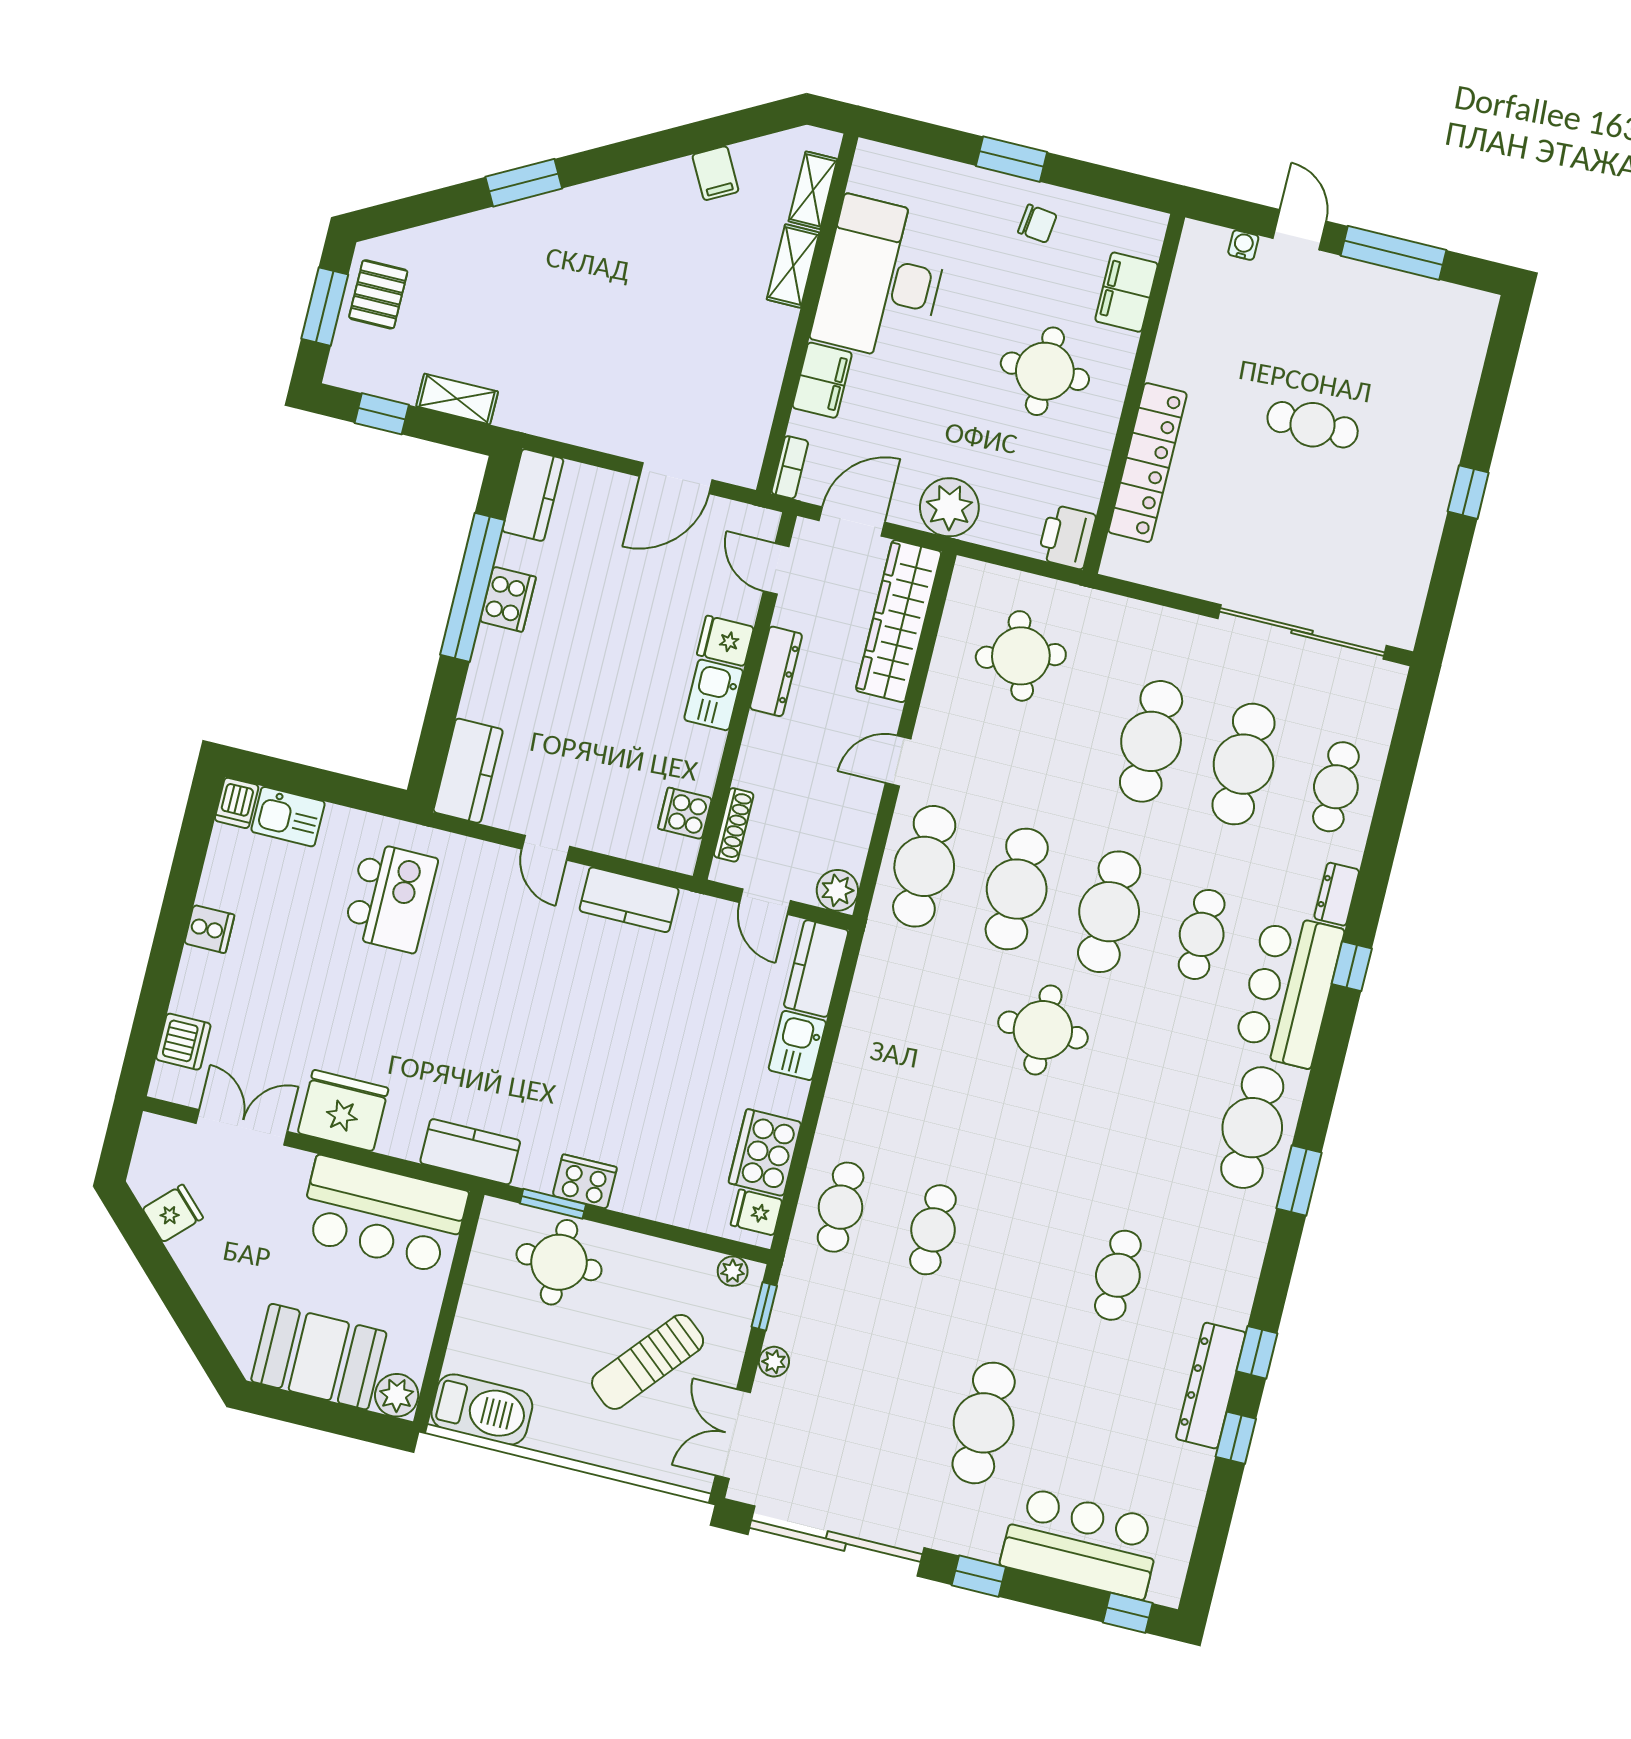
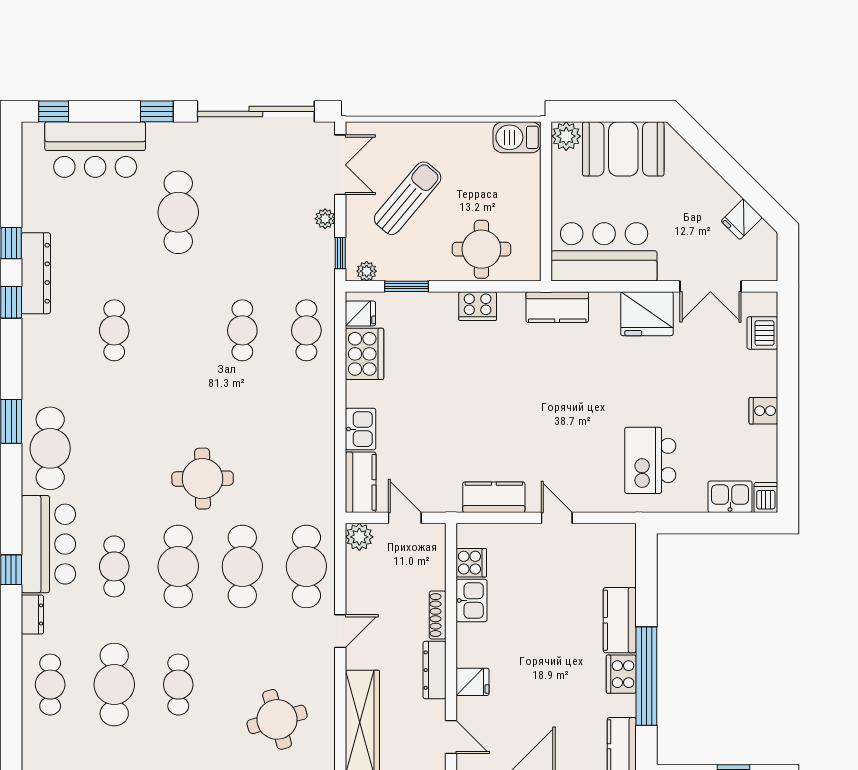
kitchen sink: (714, 695) -> (472, 600), moved
cafe table: (1151, 741) -> (178, 685), width x0.73, depth x0.74
kitchen counter: (468, 771) -> (620, 620), moved
shoe rack: (734, 825) -> (438, 615), moved
window: (553, 1204) -> (407, 286), moved
barbecue: (482, 1409) -> (517, 137), width x0.73, depth x0.83

